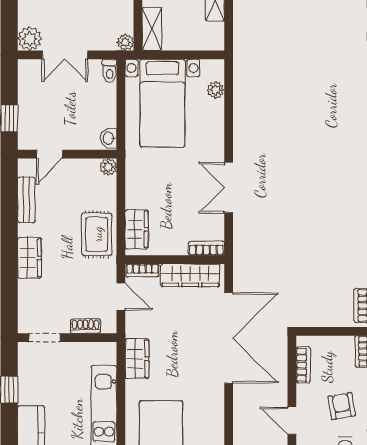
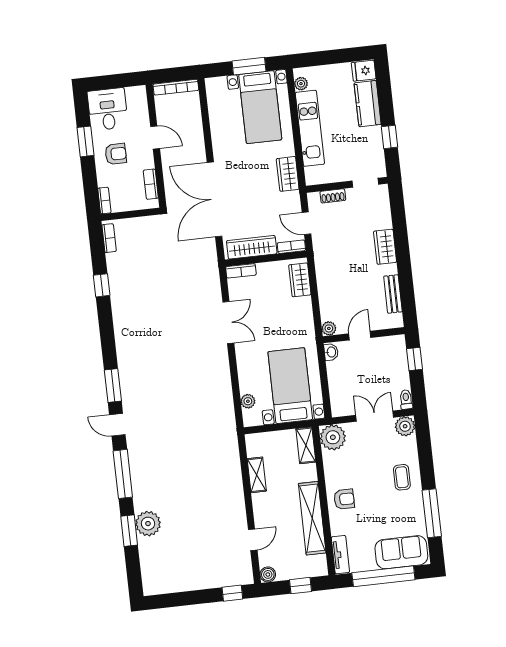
plant: (125, 42) -> (333, 437), width x1.87, depth x1.87
toilet: (110, 71) -> (406, 399), moved
door: (49, 154) -> (360, 336), moved
rug: (97, 234) -> (332, 272), removed
armchair: (342, 406) -> (116, 154), turned -80

